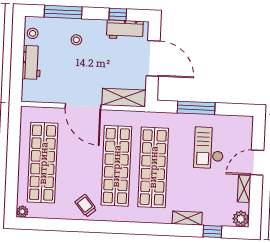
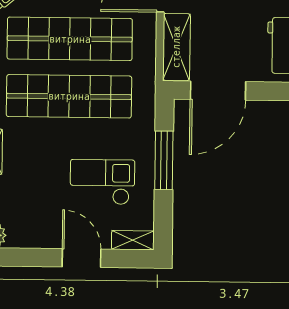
door: (153, 58) -> (218, 91), moved
shelving: (244, 189) -> (133, 240), moved

